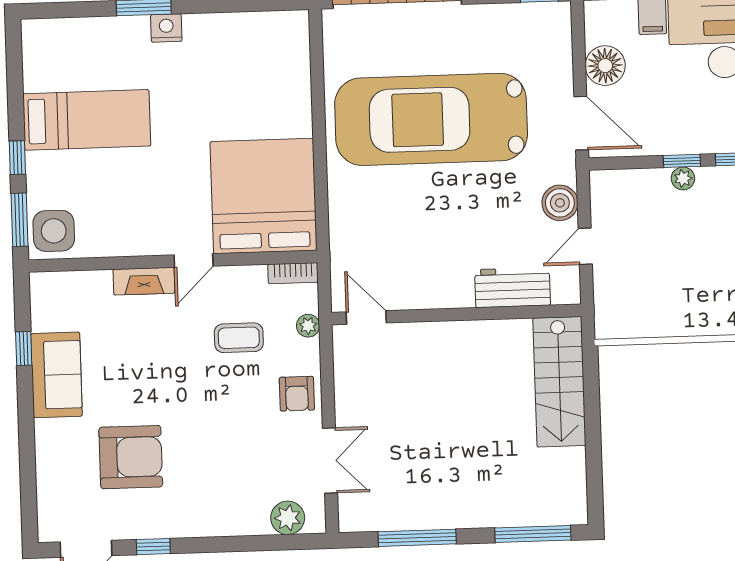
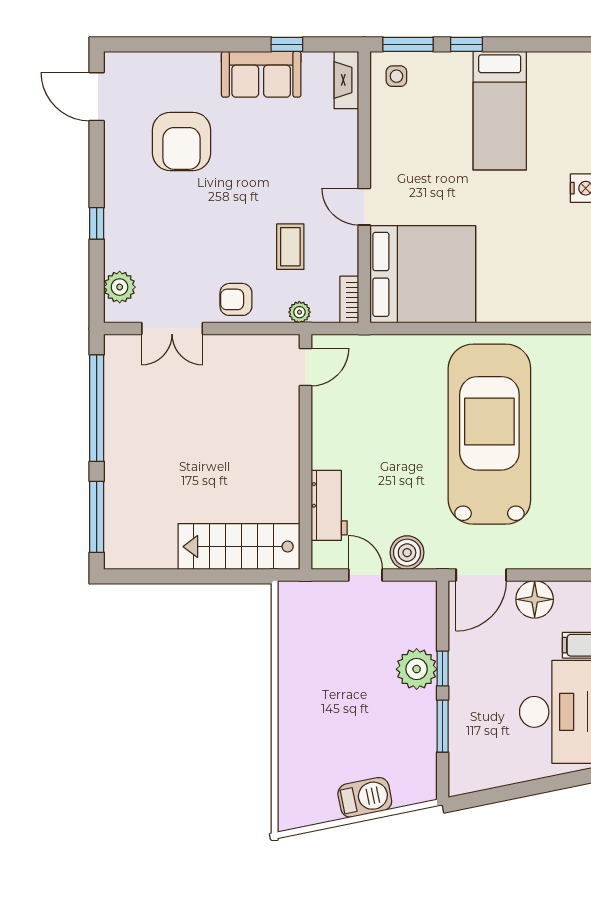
plant: (683, 178) -> (417, 669), width x1.88, depth x1.88
side table: (54, 231) -> (396, 76), width x0.54, depth x0.54
fireplace: (144, 281) -> (346, 80), moved
window: (417, 538) -> (97, 408), width x1.46
window: (153, 547) -> (97, 223), moved

